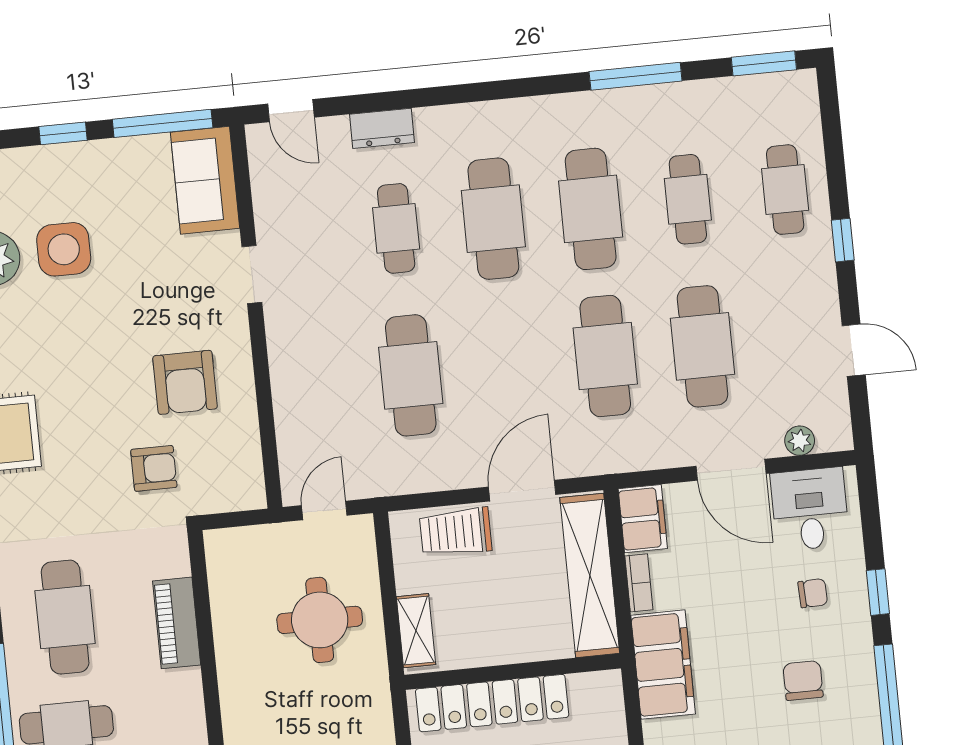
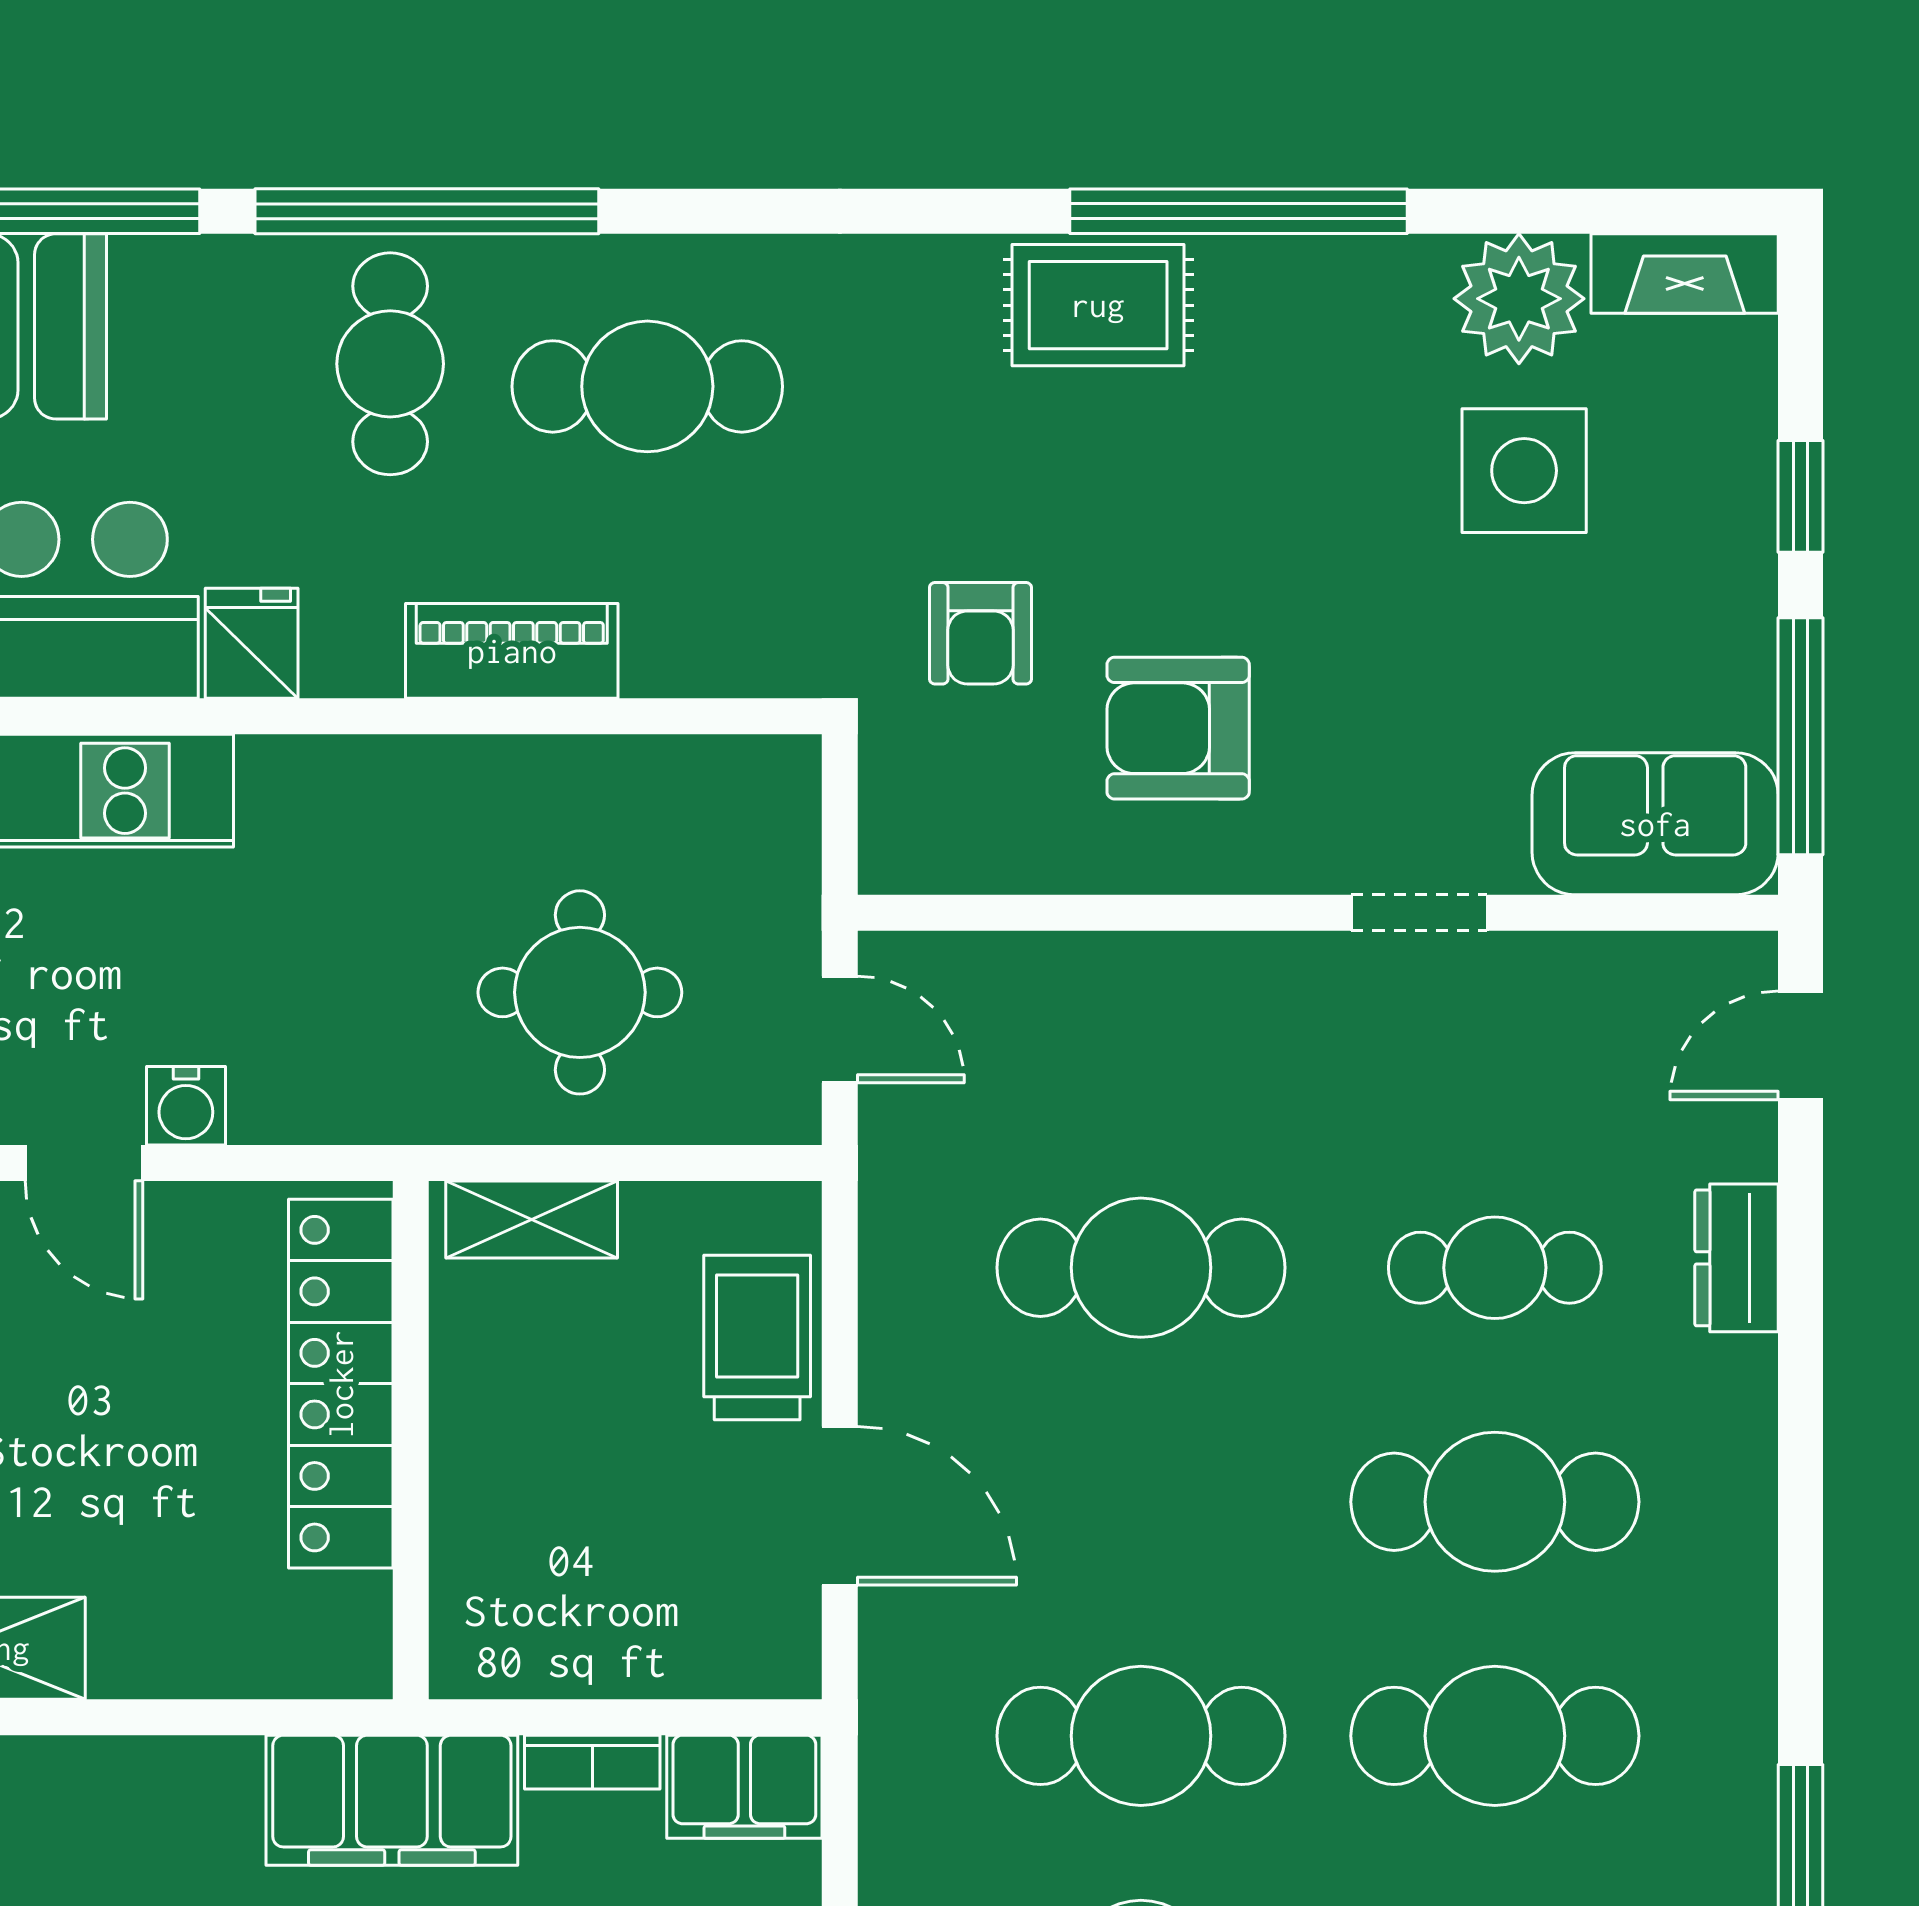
shelving: (590, 575) -> (622, 1647), removed
piano: (177, 623) -> (512, 651), moved

